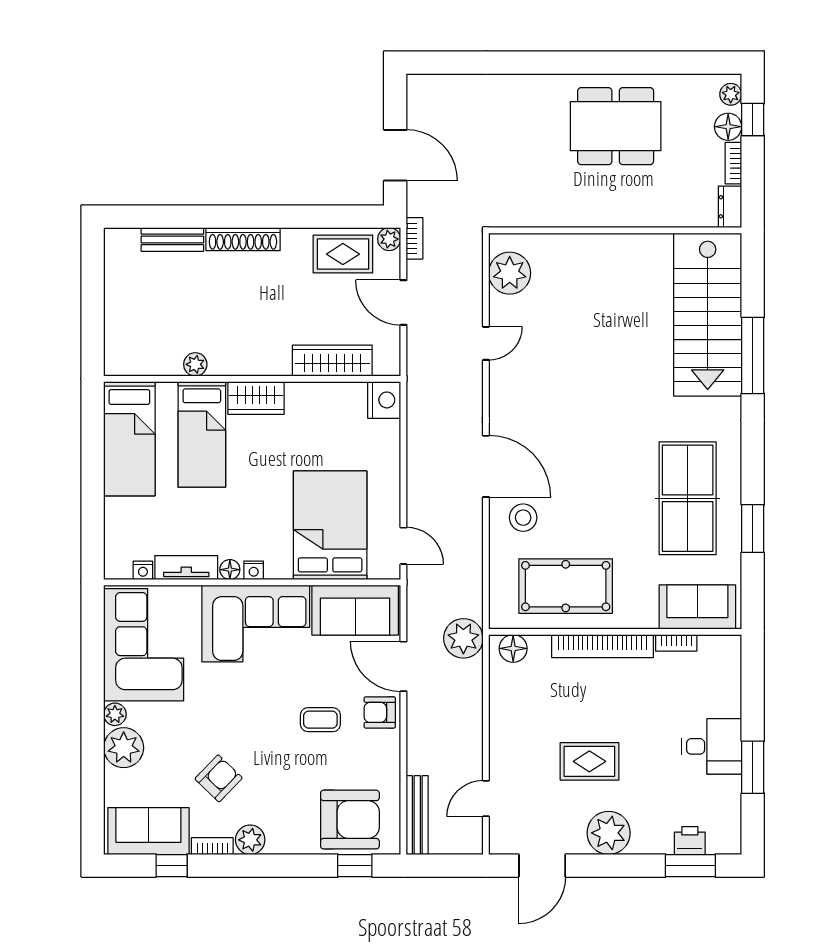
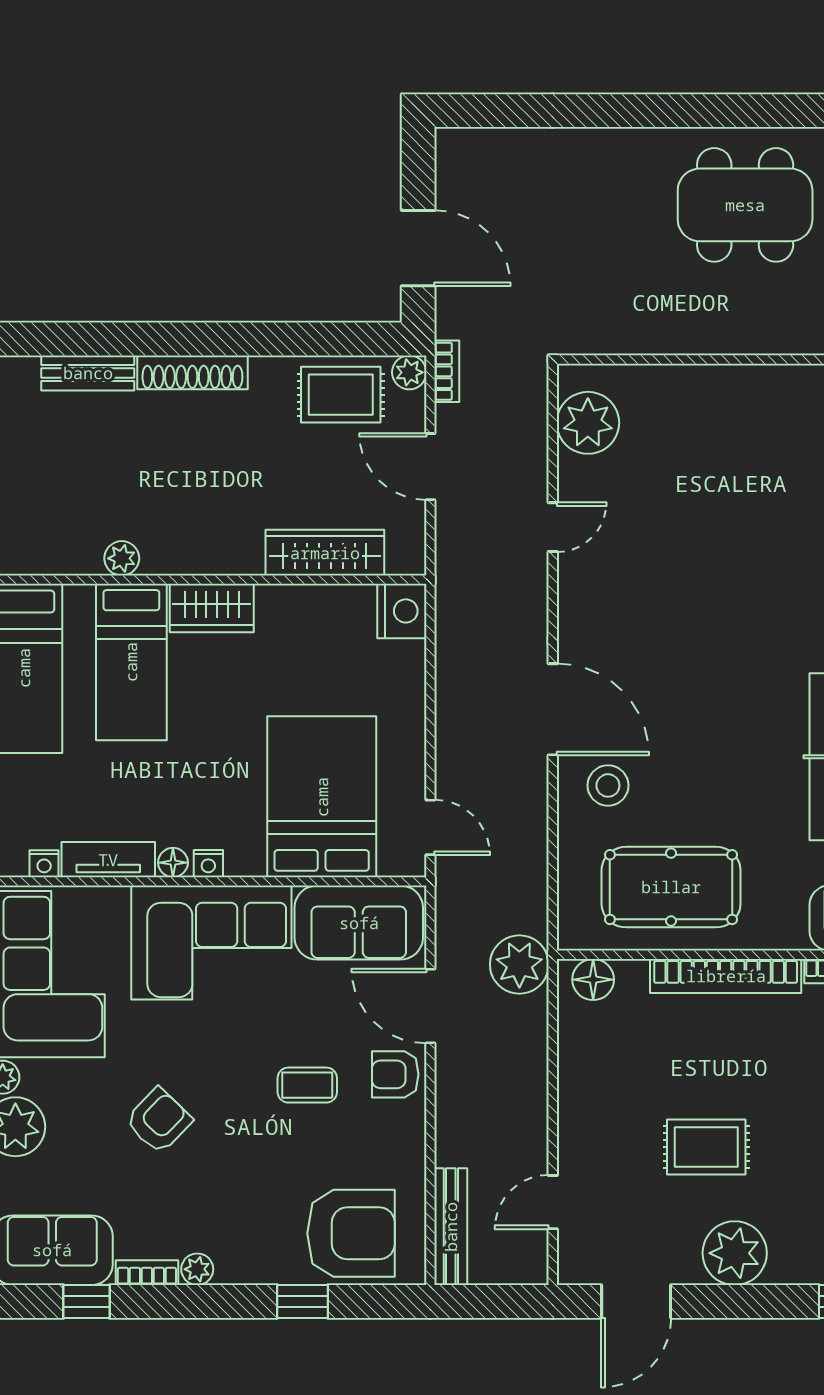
armchair: (219, 778) -> (159, 1121), moved
plant: (250, 840) -> (197, 1269), width x0.73, depth x0.73
window: (355, 866) -> (303, 1301), moved

